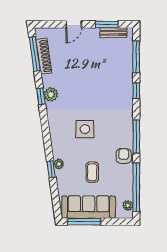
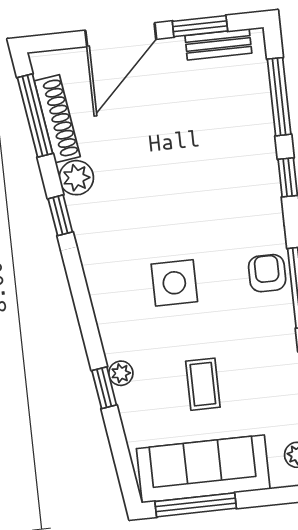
door: (74, 24) -> (121, 35), width x1.88
plant: (51, 94) -> (76, 178), moved
armchair: (124, 156) -> (267, 273), moved

